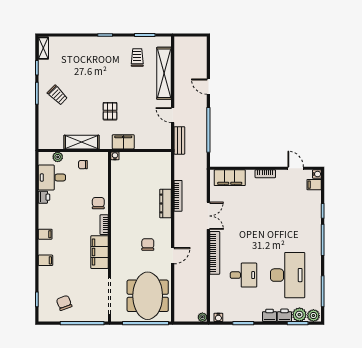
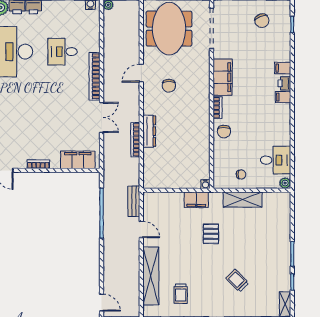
door: (208, 87) -> (102, 303), moved
trolley: (57, 95) -> (237, 281), moved
plant: (58, 157) -> (285, 183), moved
printer: (44, 197) -> (284, 83), moved
double door: (208, 216) -> (102, 117), swing flipped

